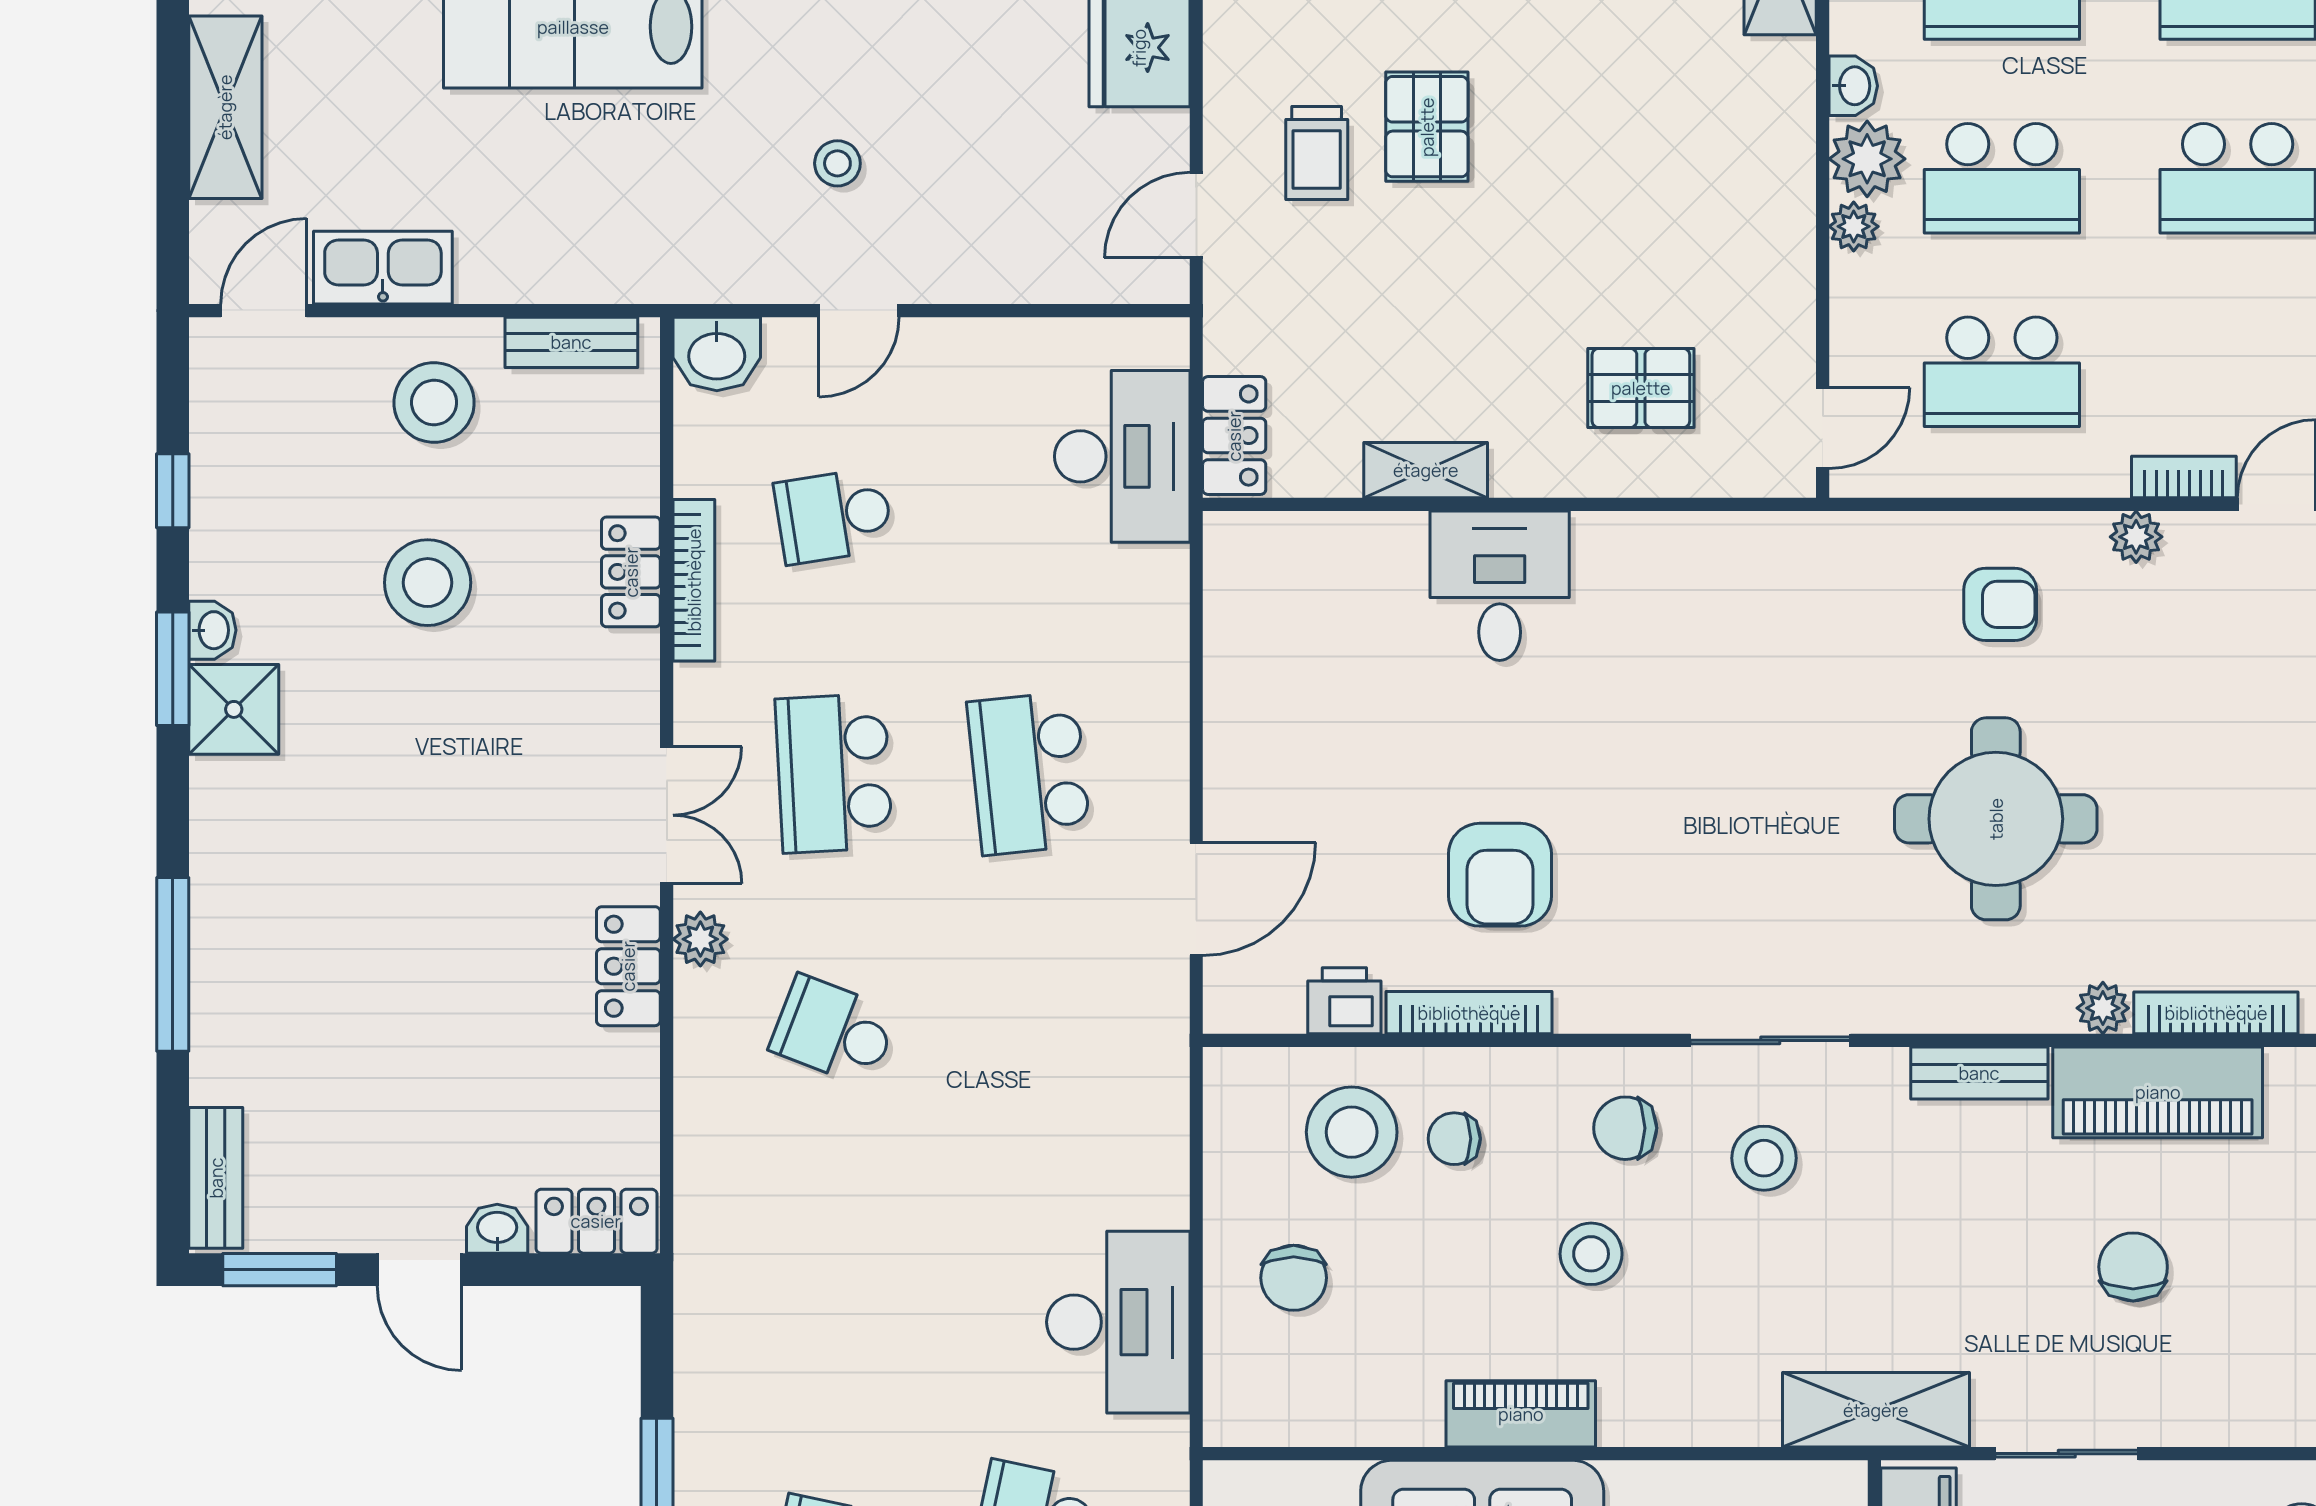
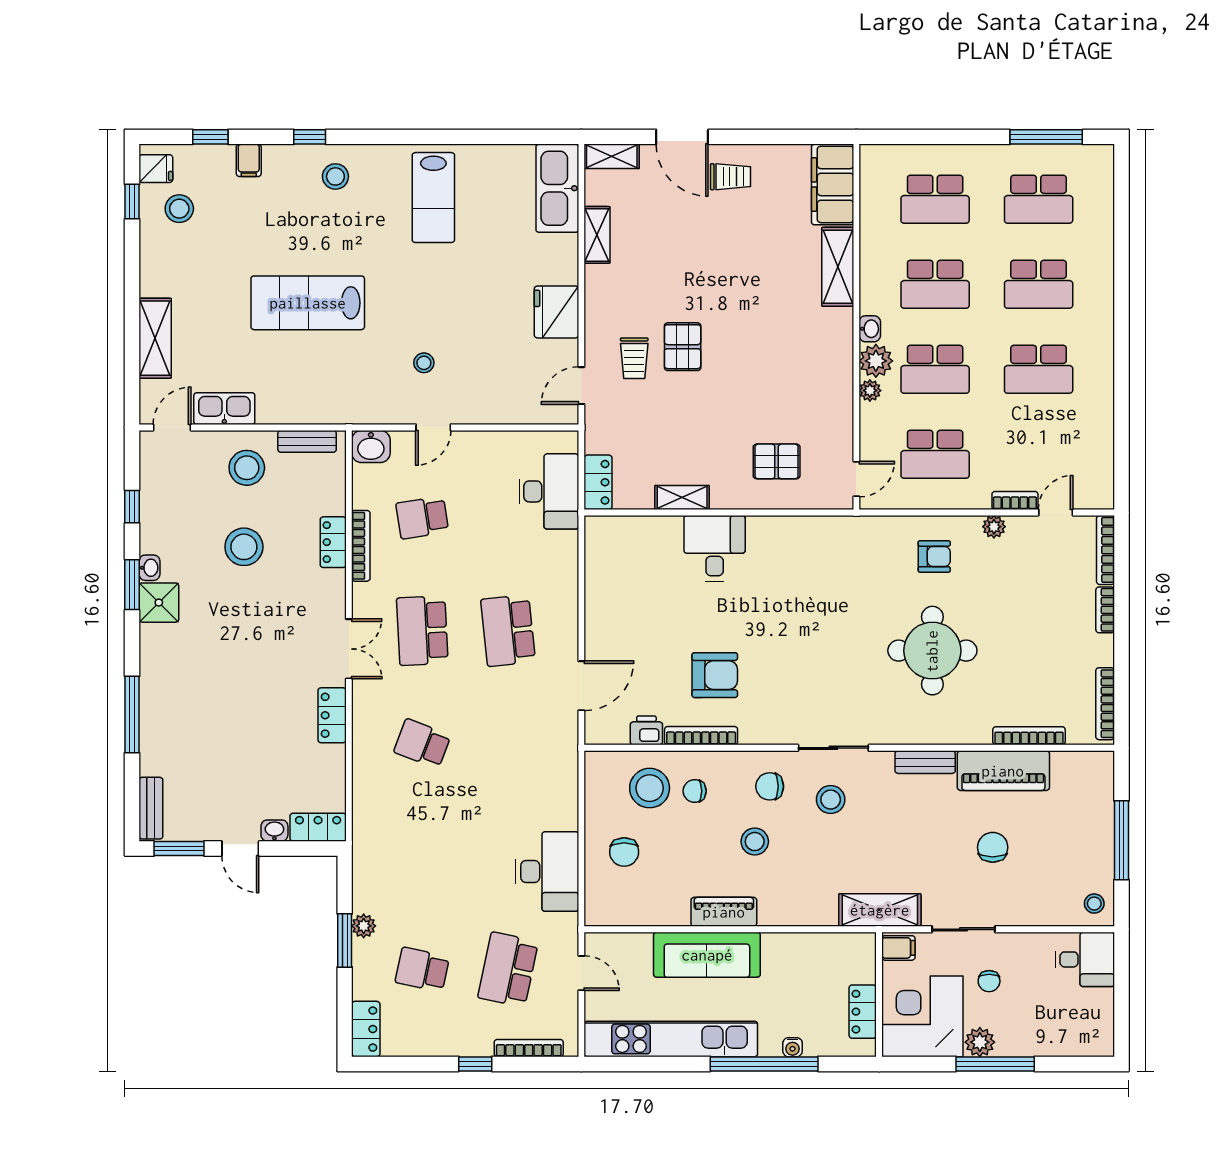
armchair: (1500, 875) -> (715, 675), turned -90
plant: (700, 939) -> (364, 926), moved
plant: (2103, 1008) -> (979, 734), removed

